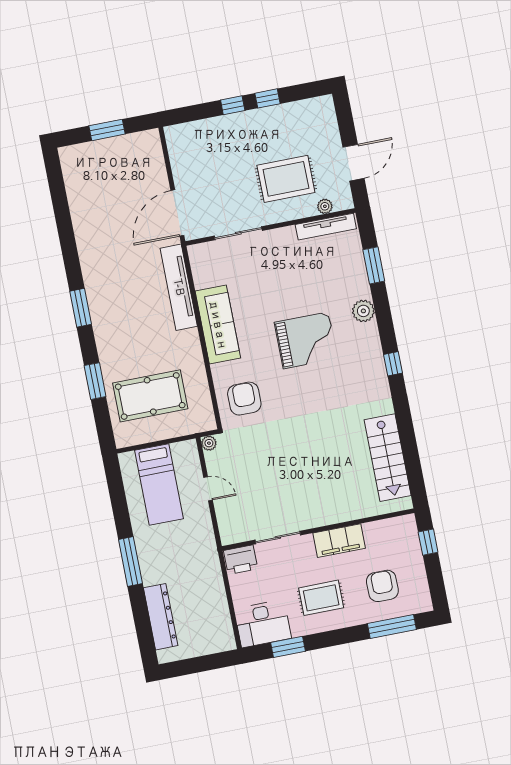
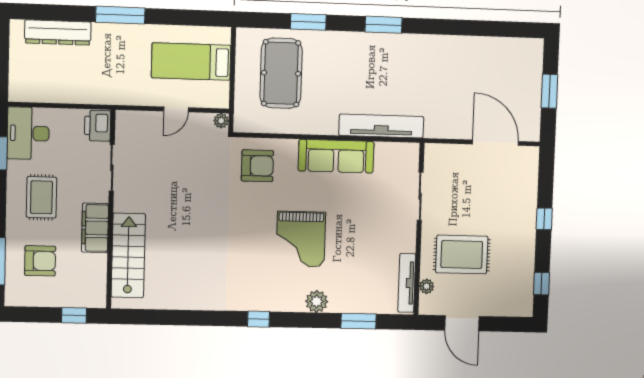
window: (267, 98) -> (542, 284), moved
rug: (286, 179) -> (462, 254), turned 90
door: (177, 213) -> (495, 143), moved
stairs: (388, 458) -> (128, 255), moved, turned 90

